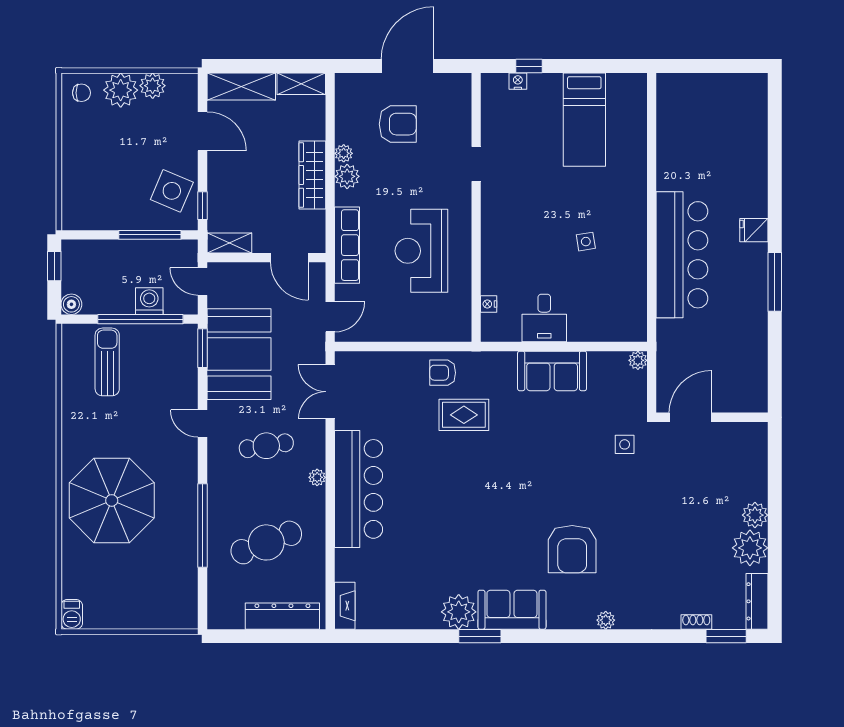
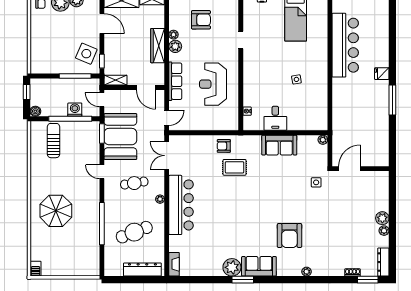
bar counter: (682, 255) -> (345, 45), moved
parasol: (112, 500) -> (56, 211), width x0.73, depth x0.73
plant: (750, 548) -> (384, 231), width x0.53, depth x0.53

